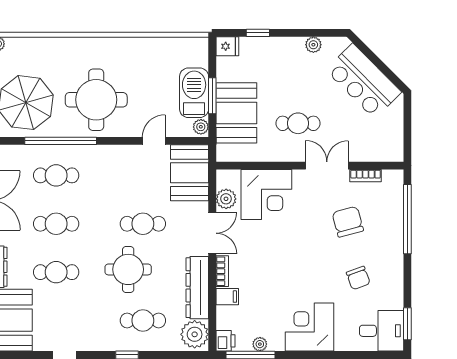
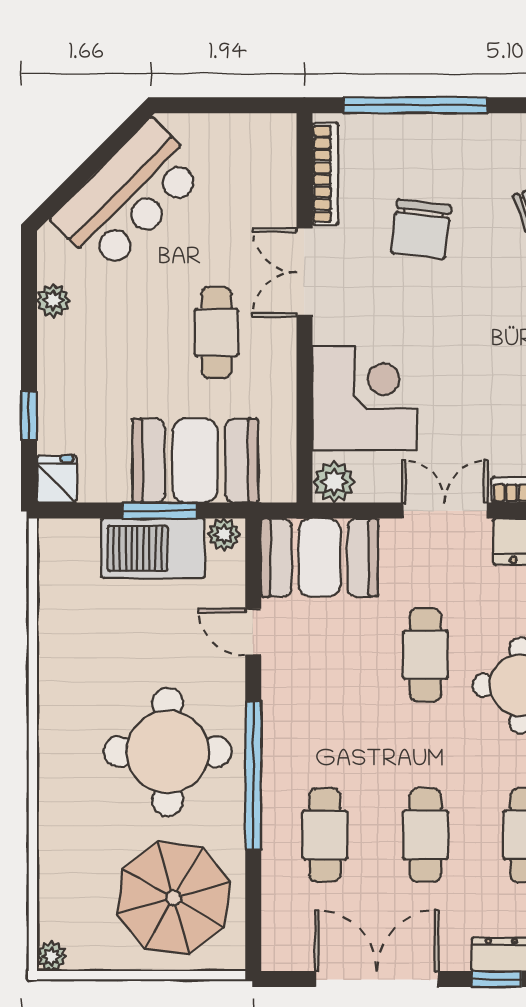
window: (61, 141) -> (253, 775), moved
bookcase: (366, 176) -> (325, 174), width x1.56
plant: (226, 199) -> (334, 482), moved
chair: (348, 222) -> (421, 229), turned -68

